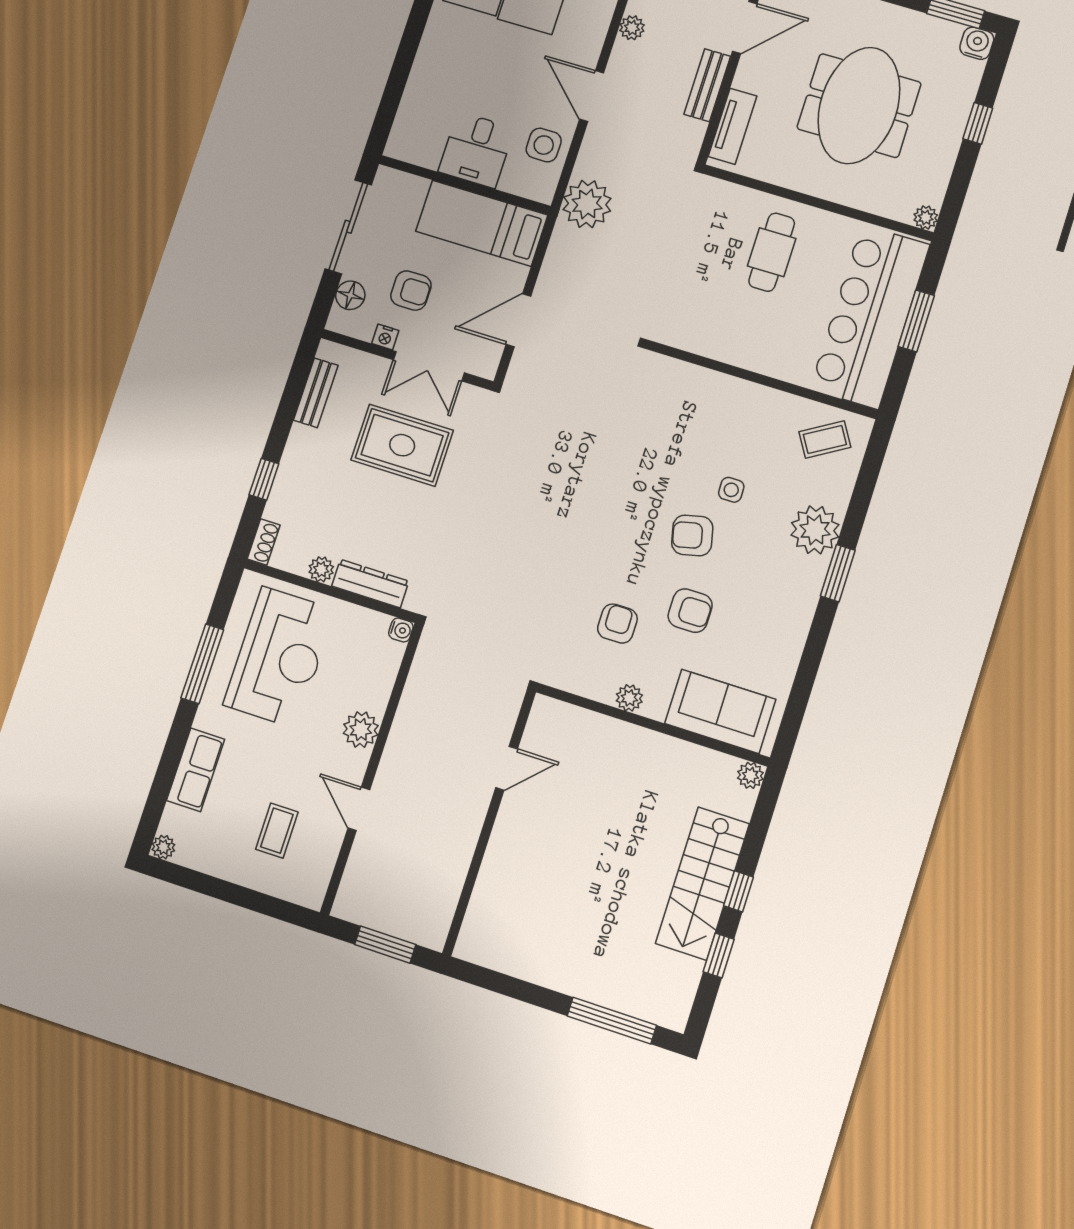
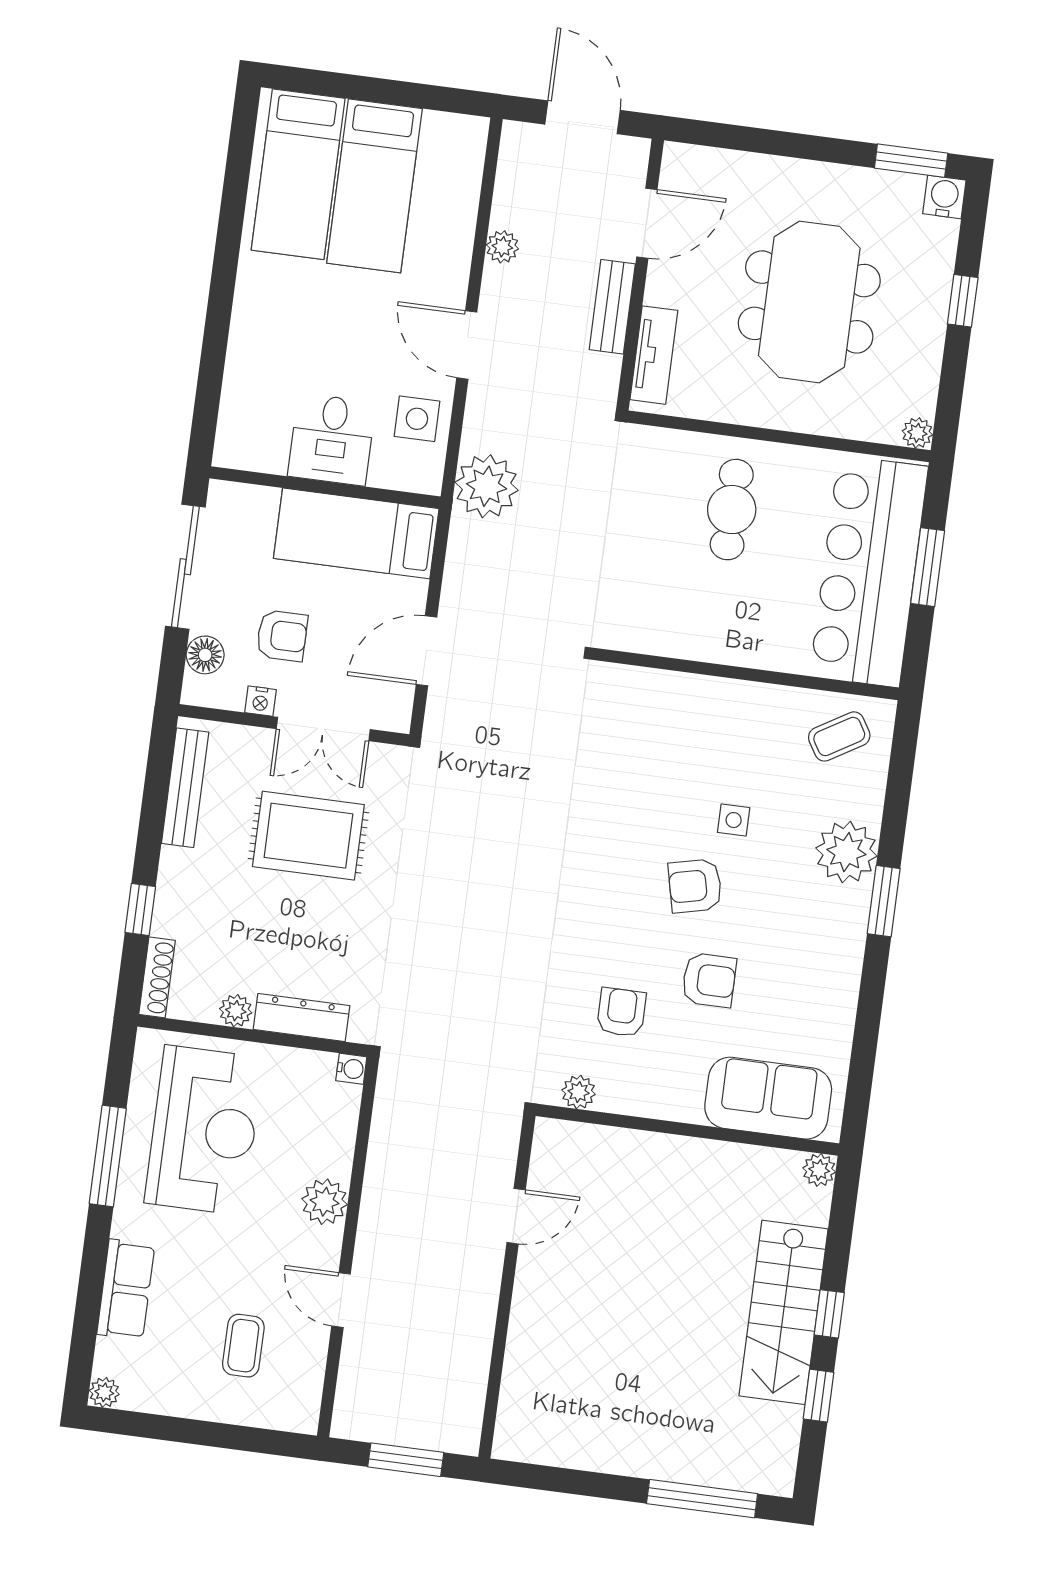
bench: (316, 393) -> (185, 788), width x1.36
shoe rack: (264, 542) -> (157, 977), width x1.43
plant: (629, 698) -> (579, 1092), moved

